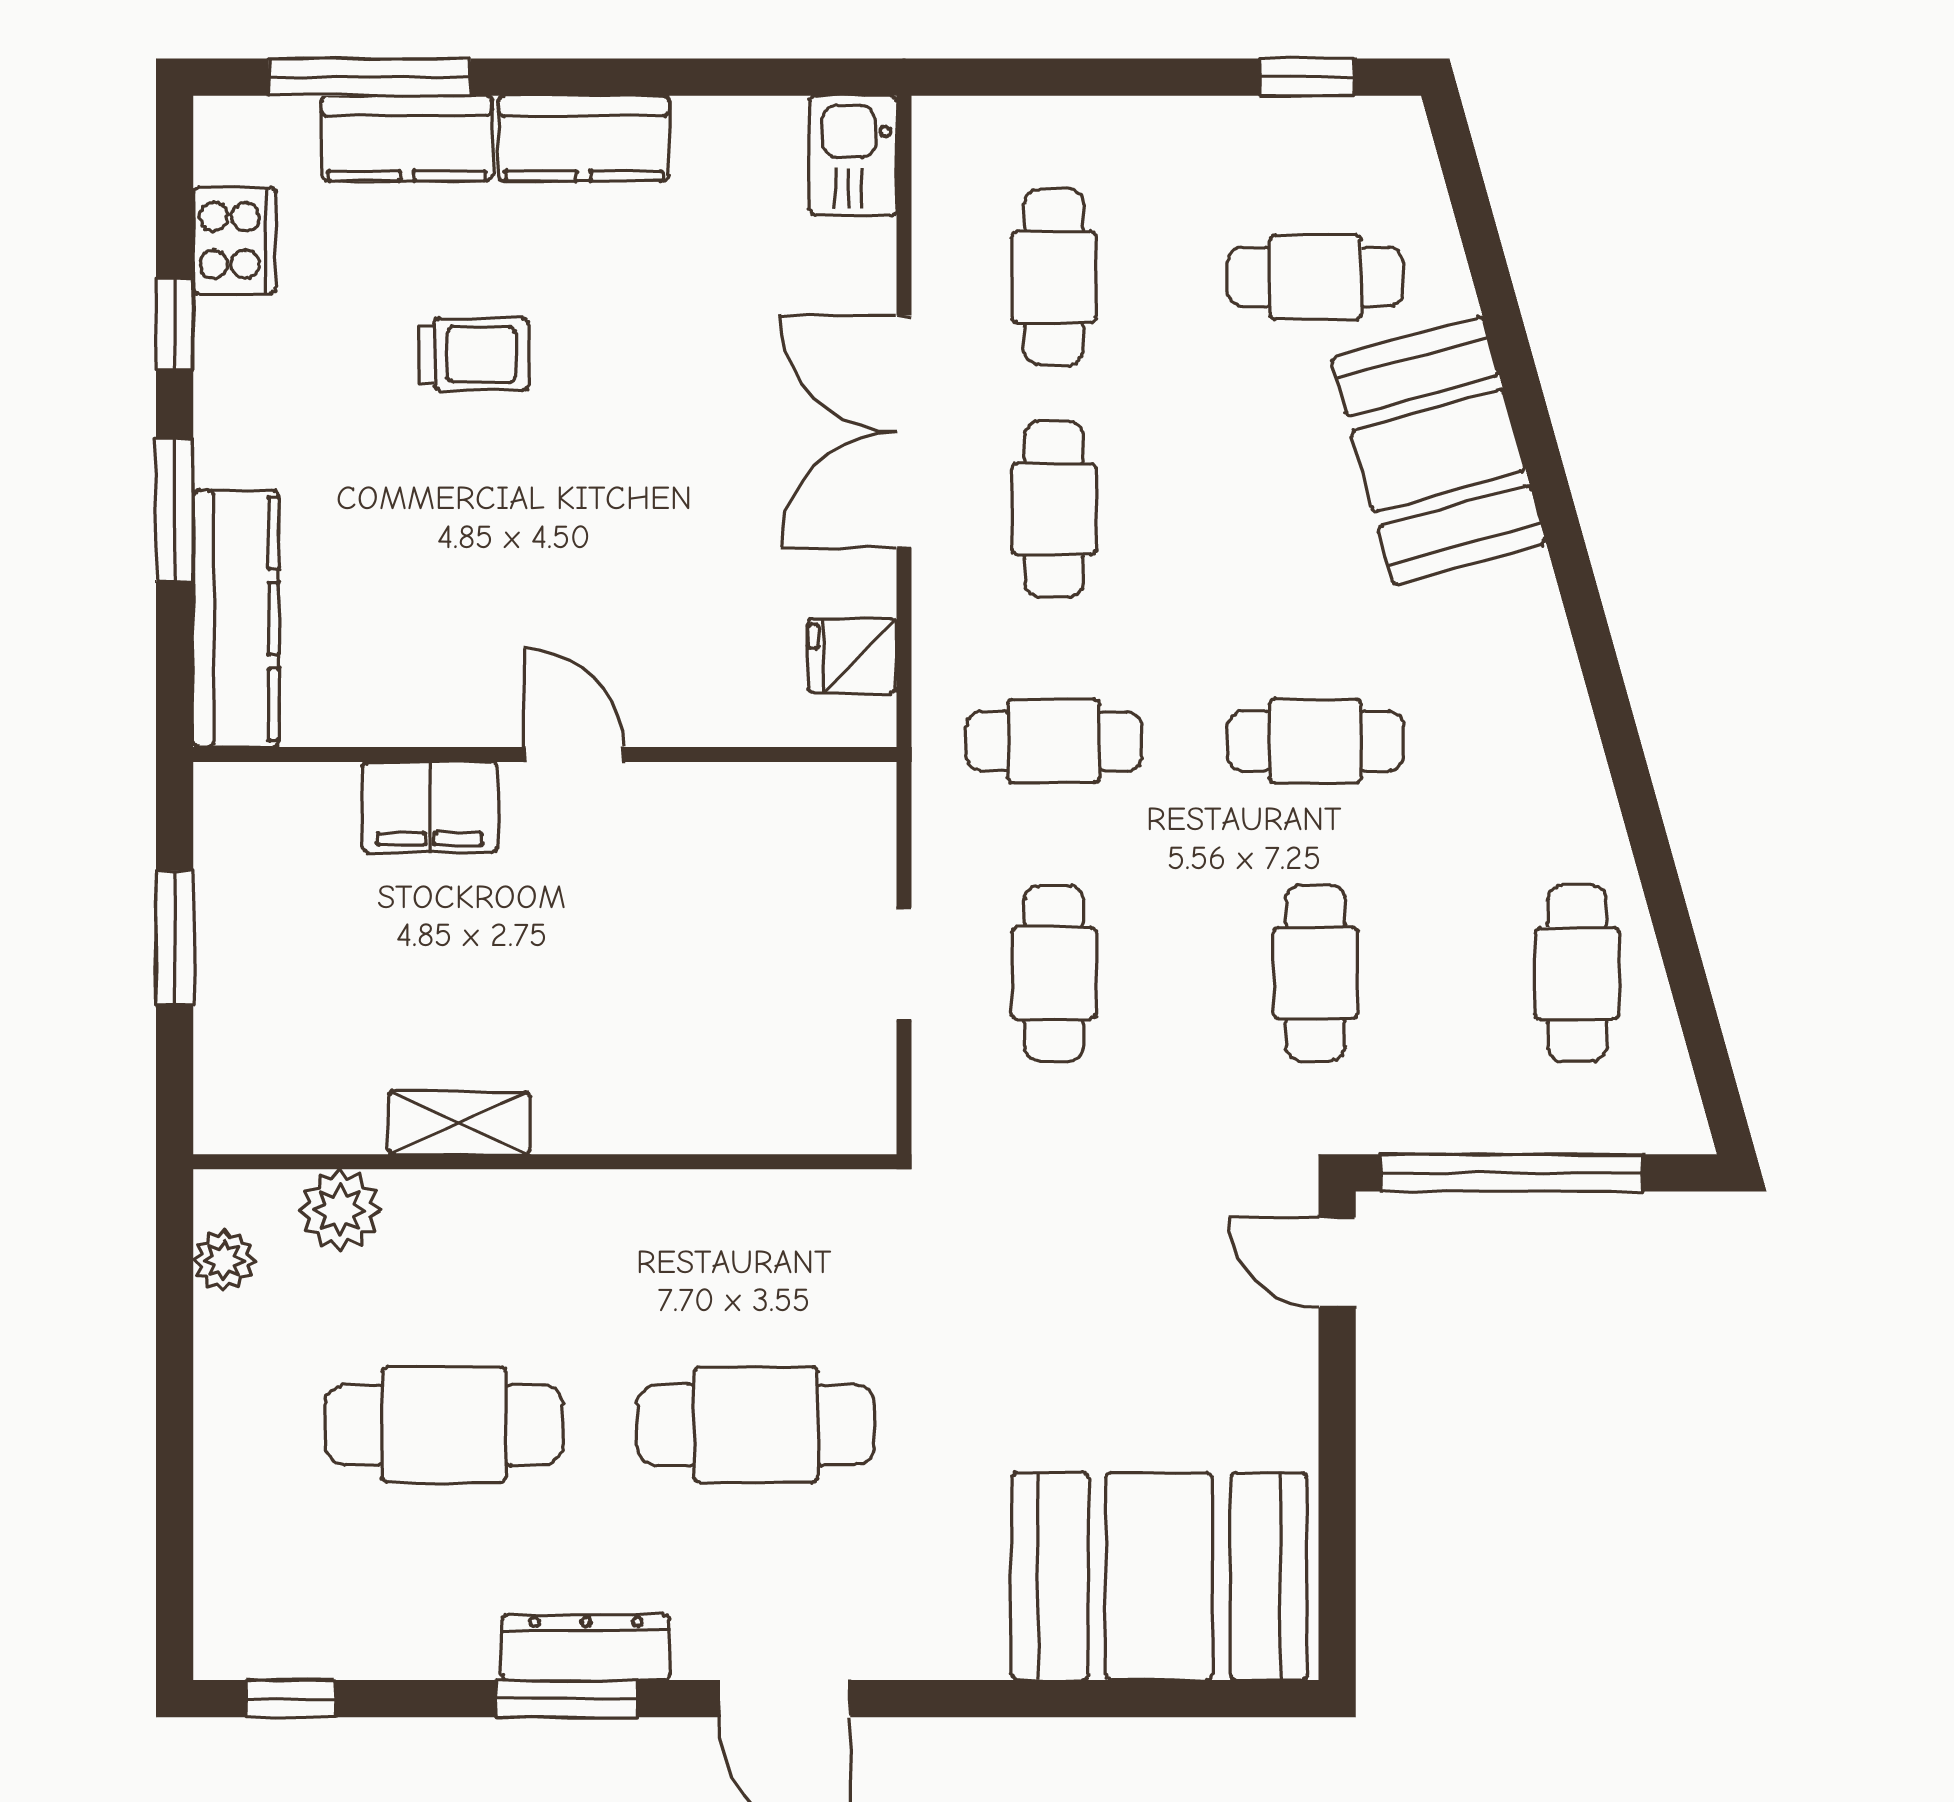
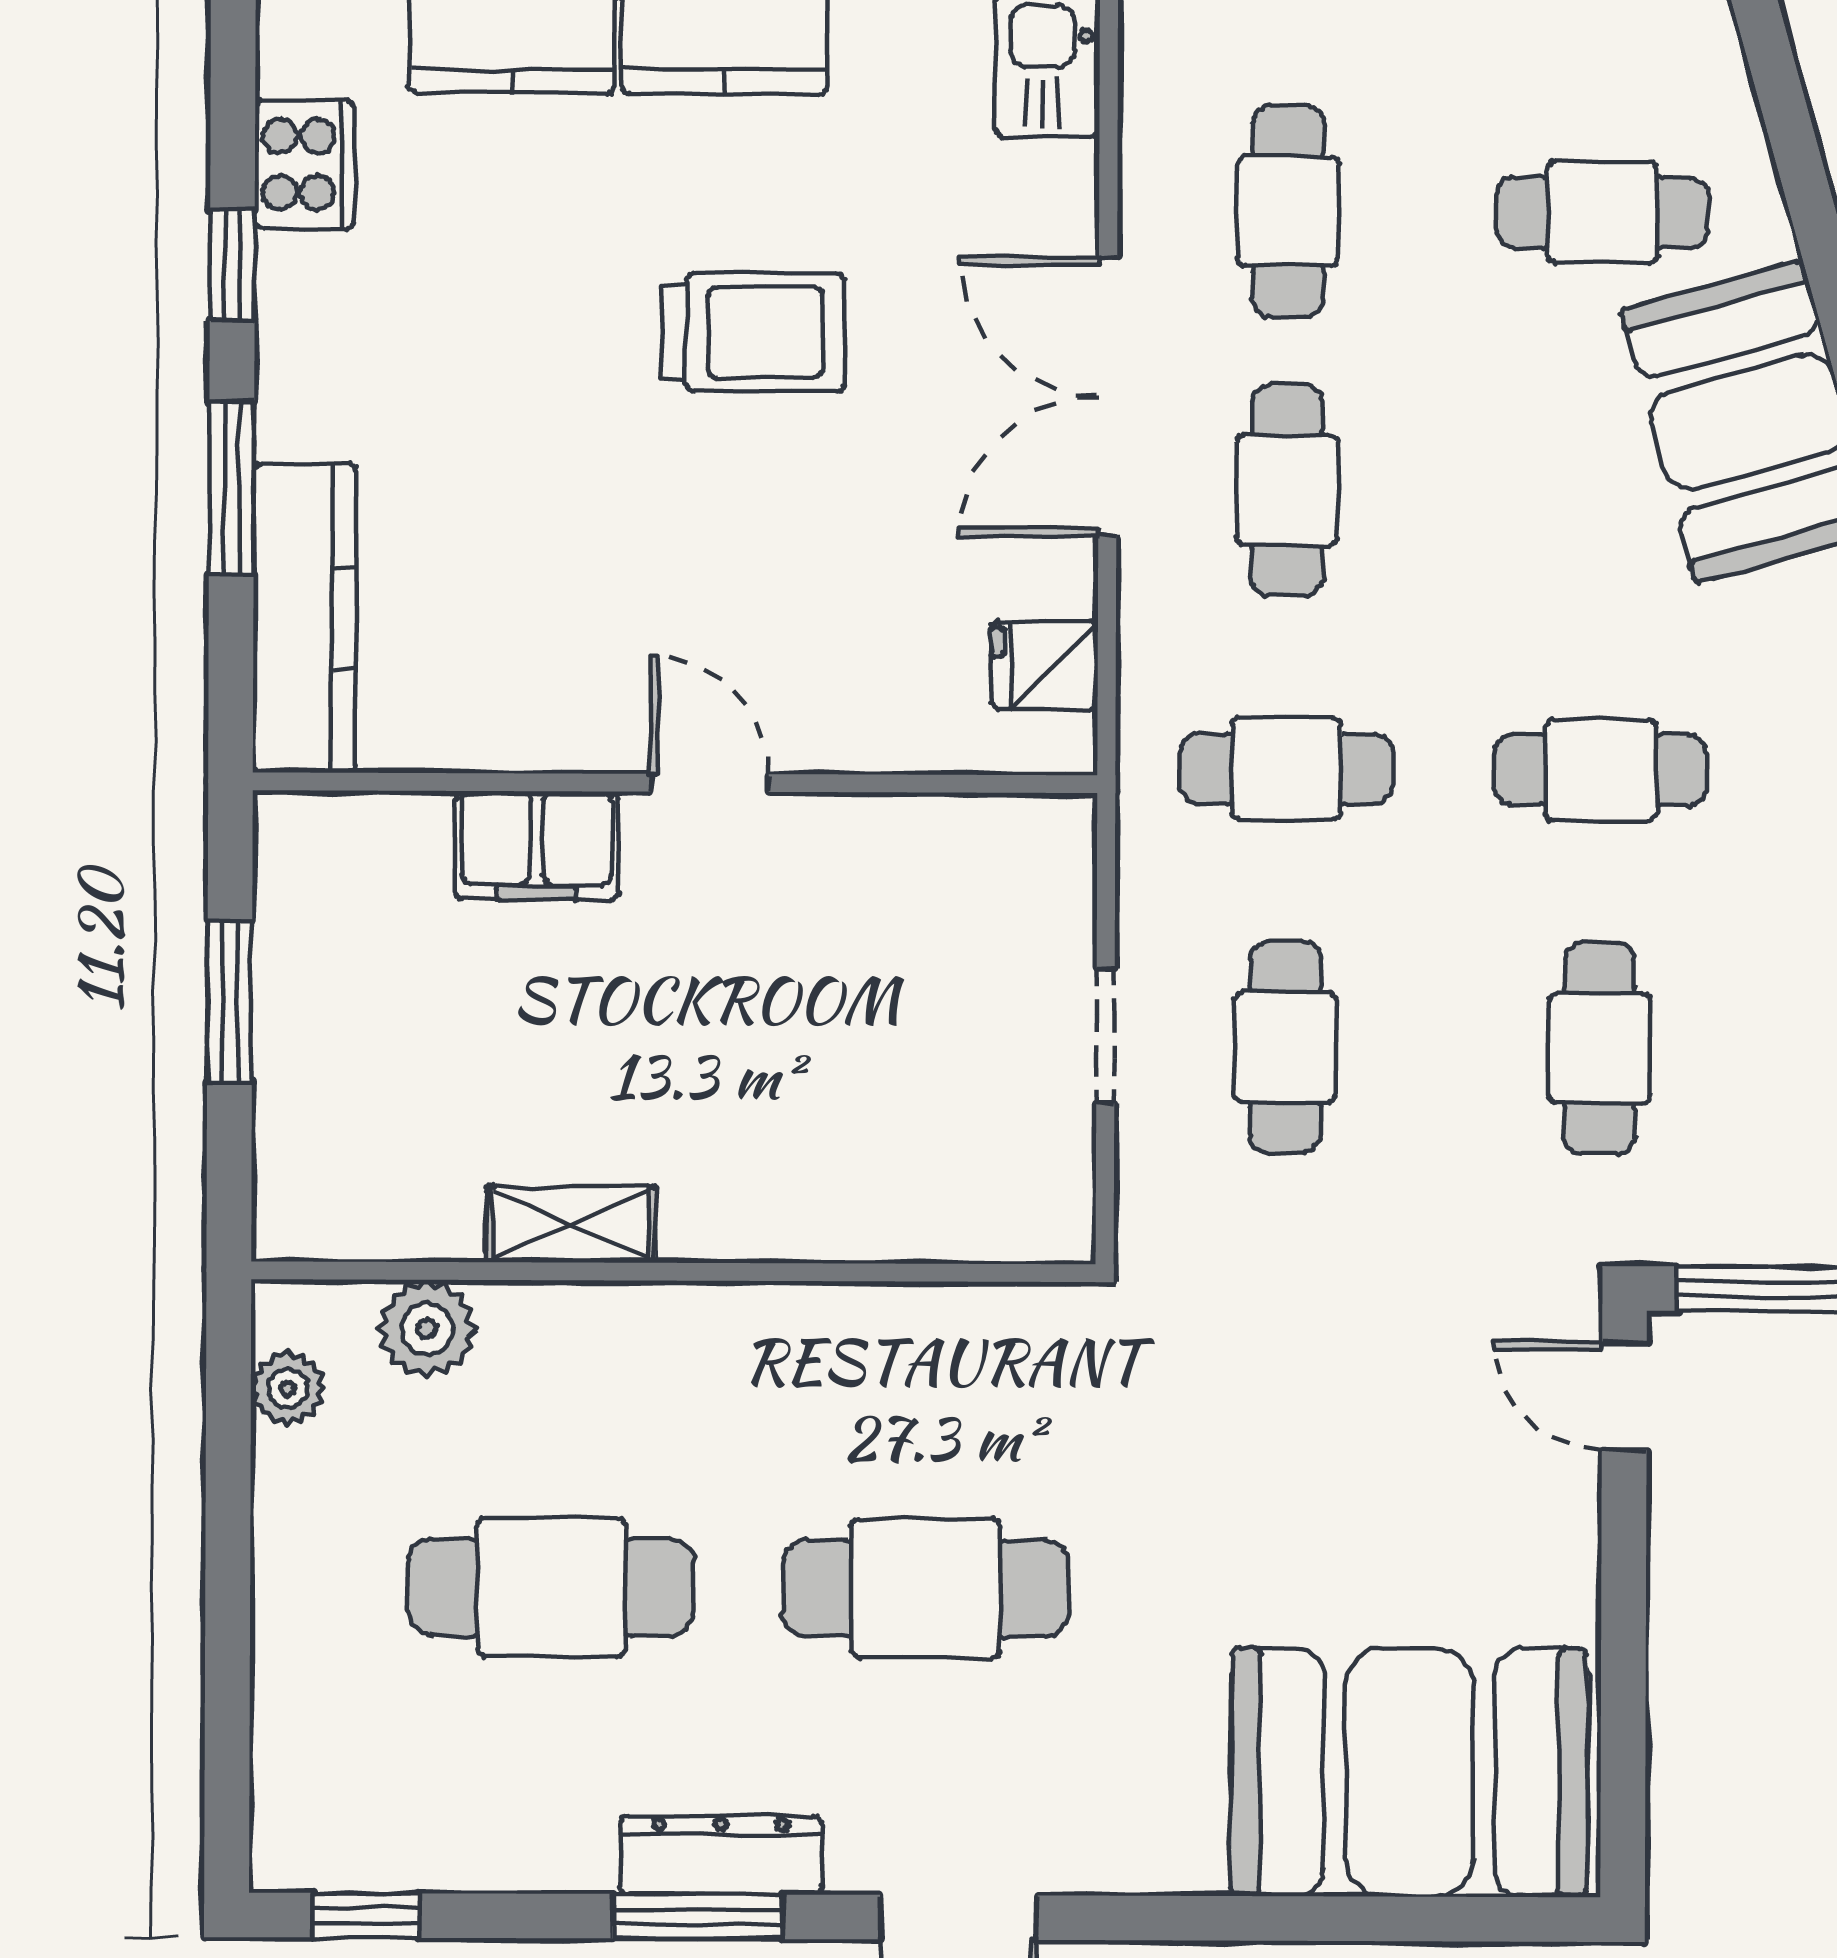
trolley: (474, 354) -> (753, 332), moved, width x1.36, depth x1.39

